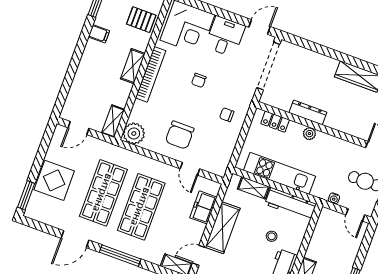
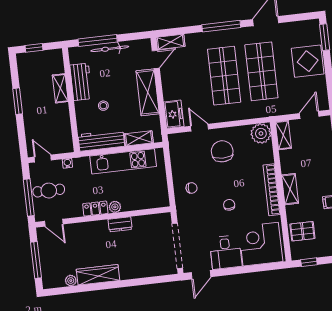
dresser: (308, 112) -> (120, 224), width x0.70
locker: (275, 122) -> (95, 209), moved
freezer: (203, 207) -> (174, 114), moved

